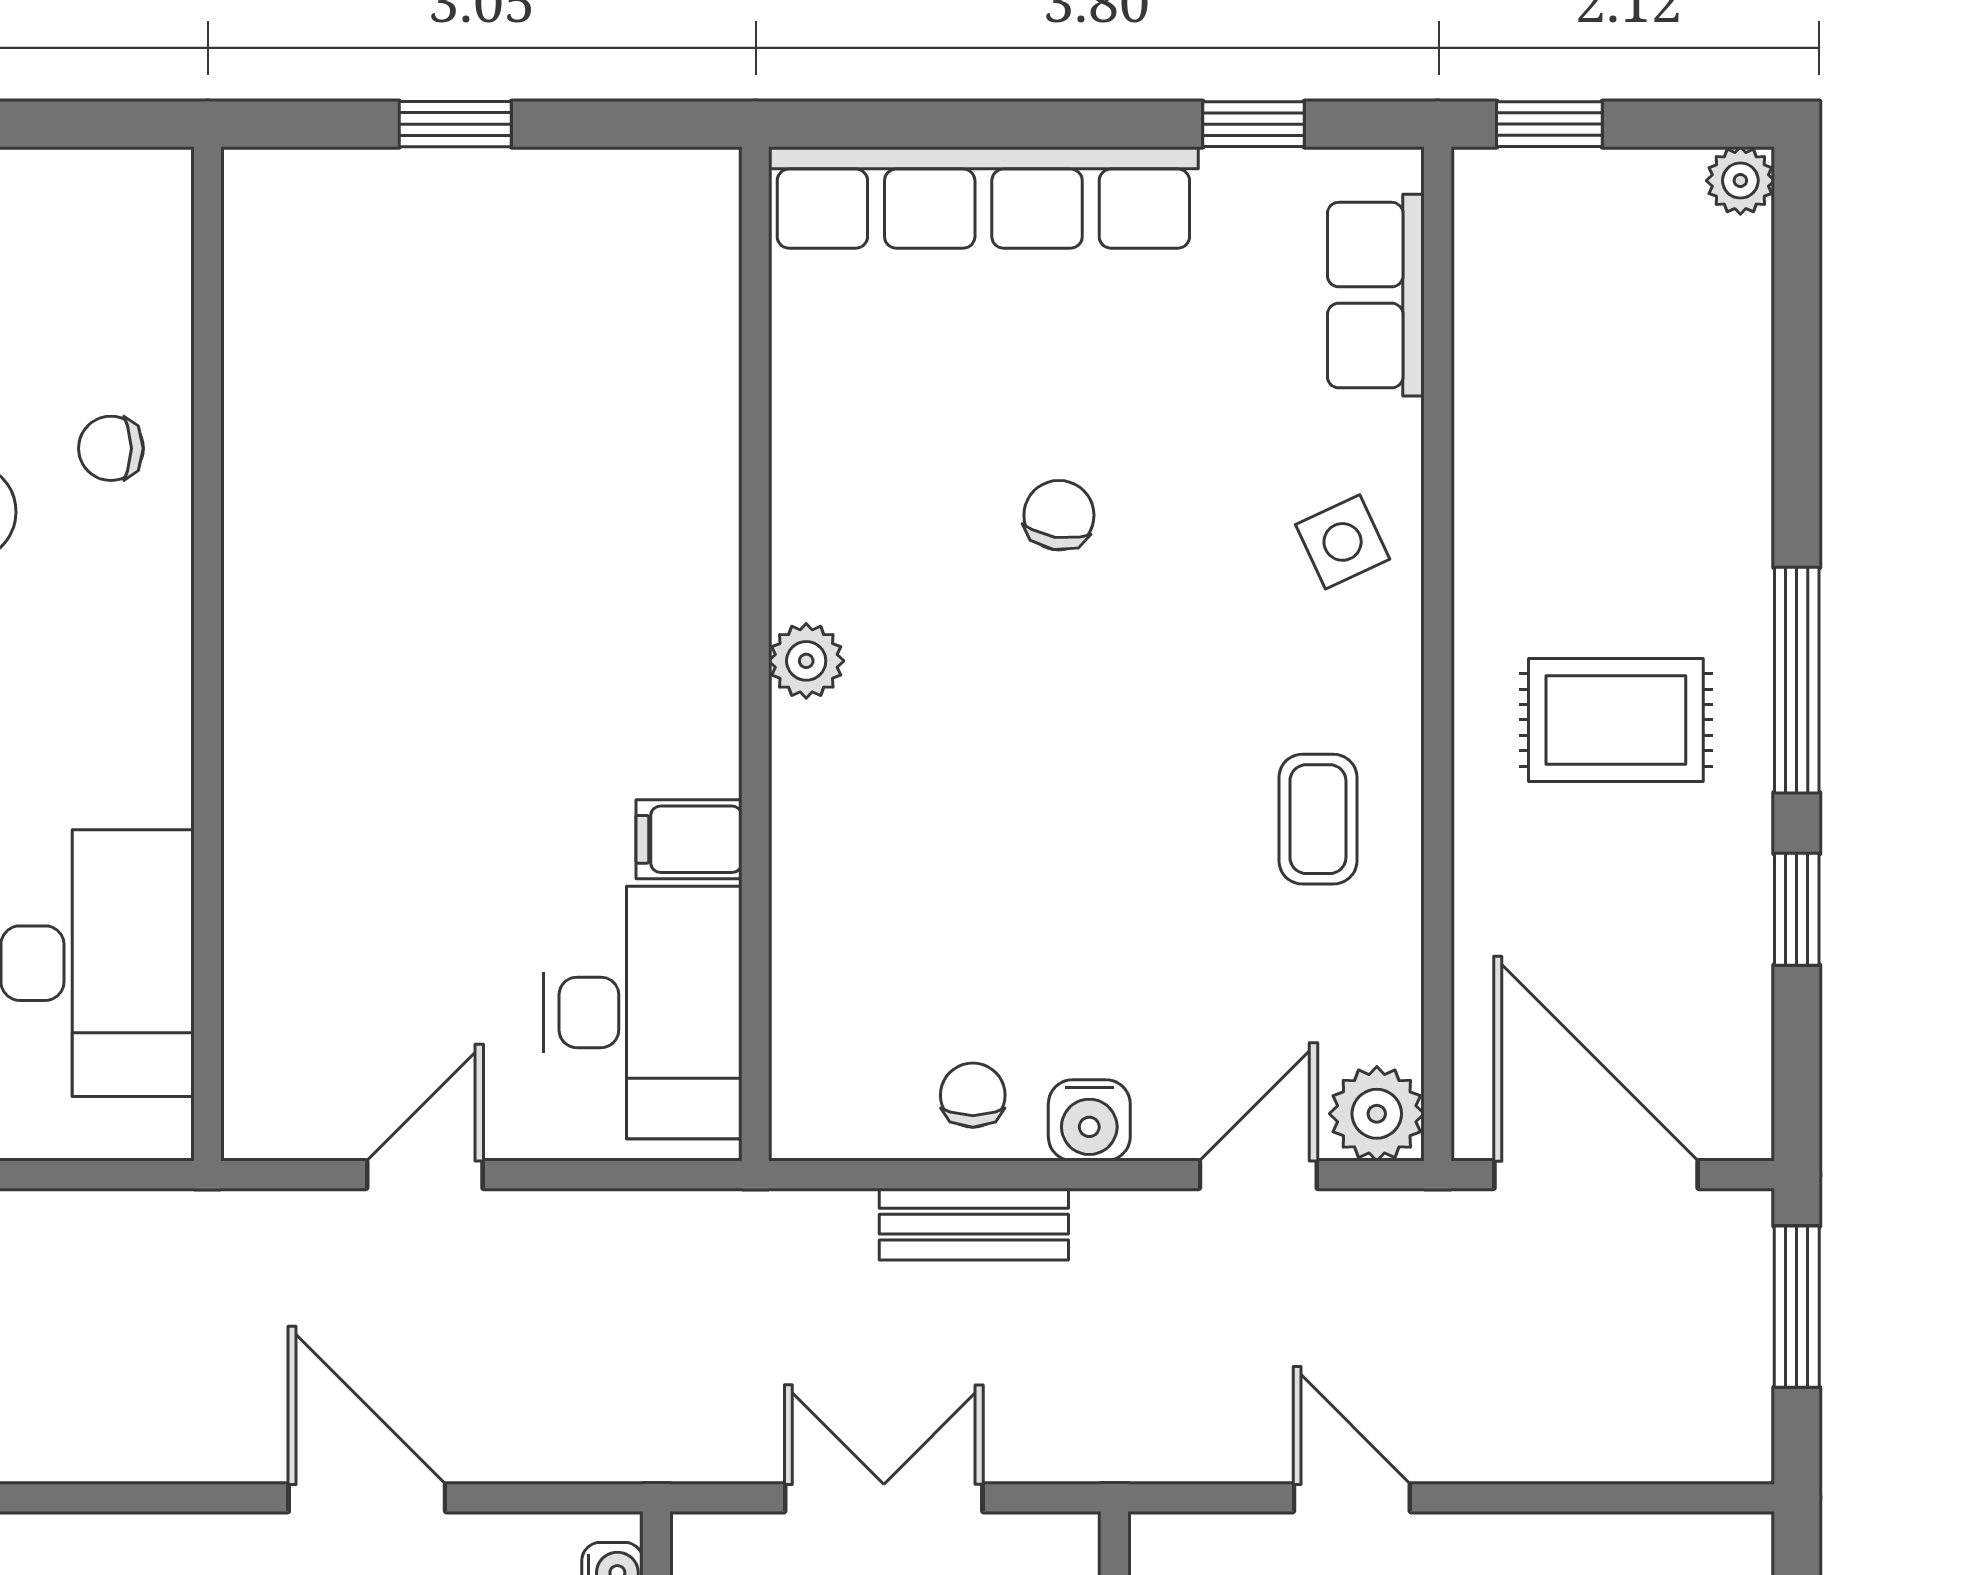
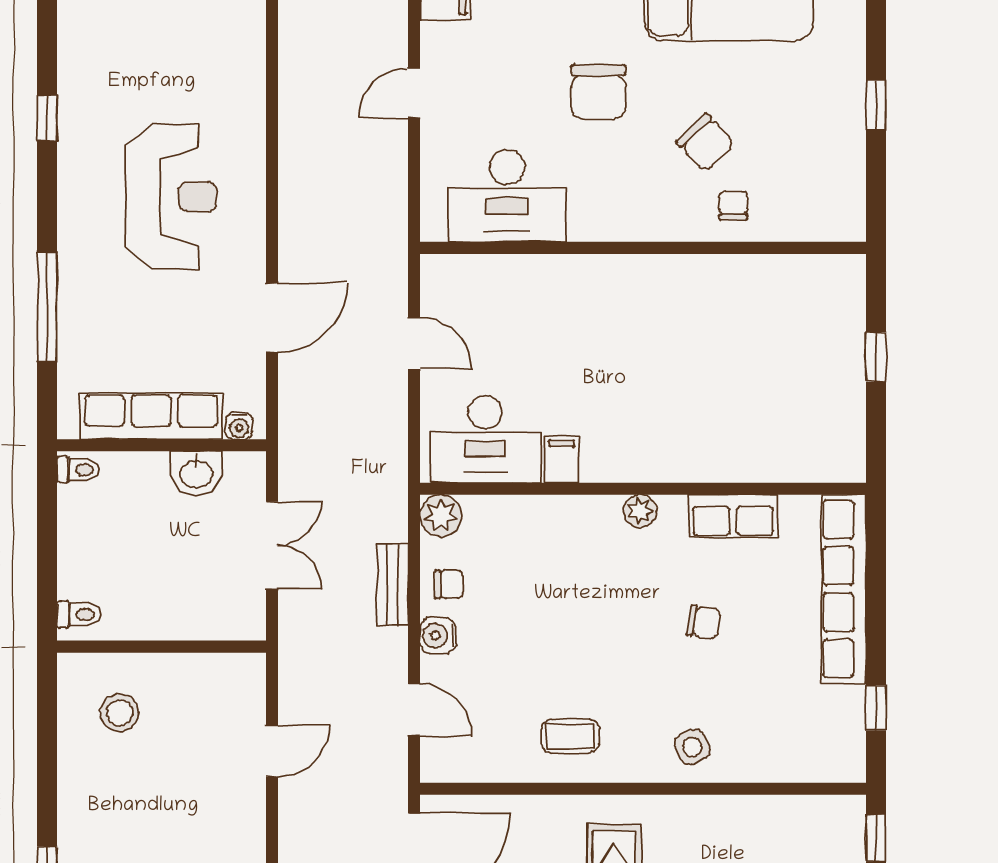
row of seats: (1376, 295) -> (733, 516), moved, turned 180
plant: (1377, 1114) -> (441, 515), moved

